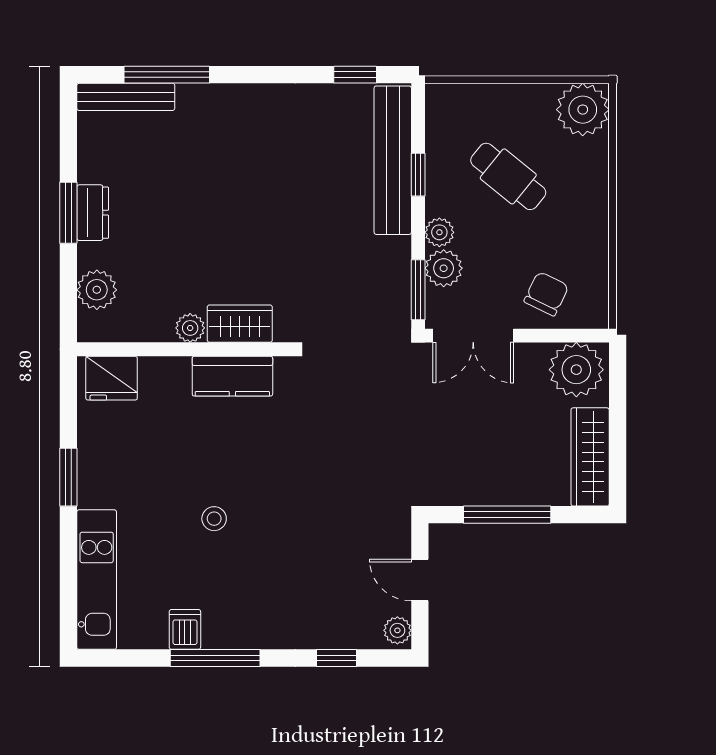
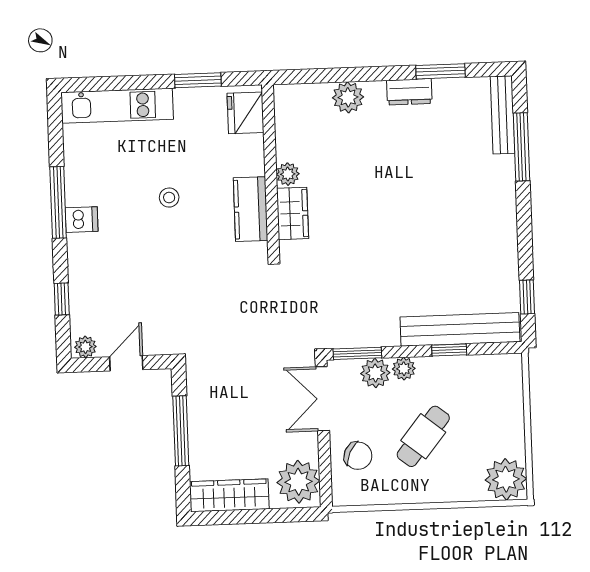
cafe table: (508, 176) -> (423, 436), moved
window: (68, 213) -> (441, 71), moved
wardrobe: (240, 324) -> (293, 213), moved
plant: (190, 328) -> (288, 174), moved
wall: (183, 349) -> (271, 169), moved
kitchen counter: (232, 376) -> (251, 209), moved
fridge: (112, 378) -> (245, 113), moved
dishwasher: (185, 629) -> (82, 220), moved

